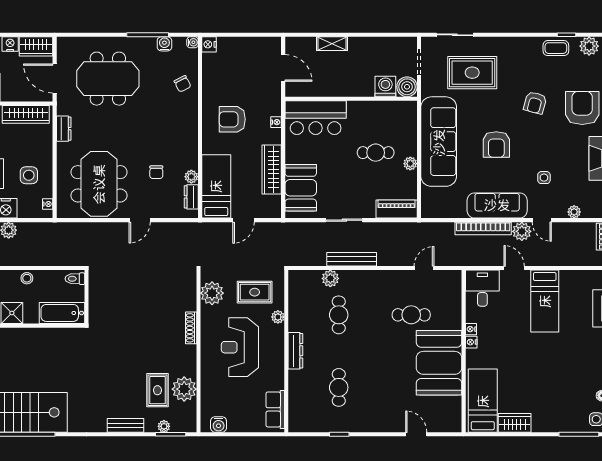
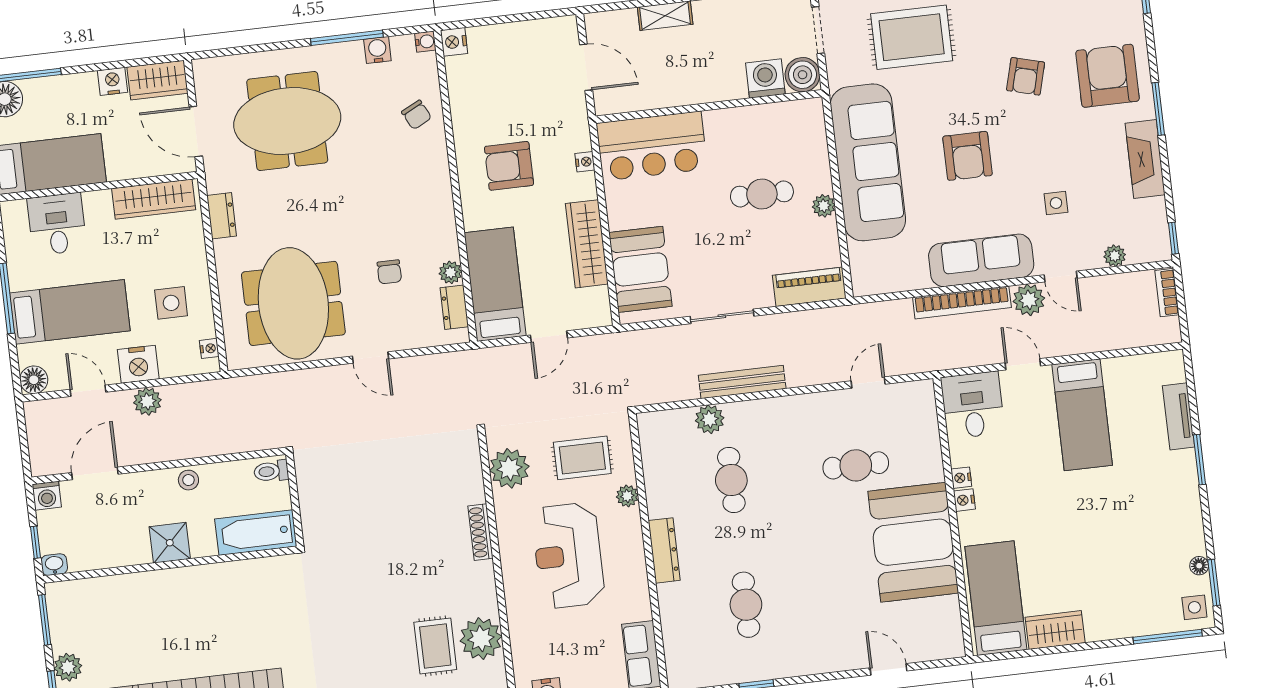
door: (140, 220) -> (371, 358), hinge flipped

